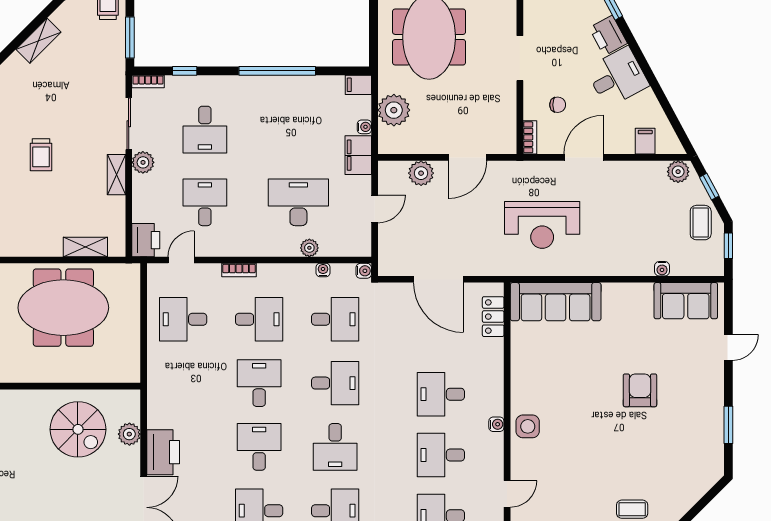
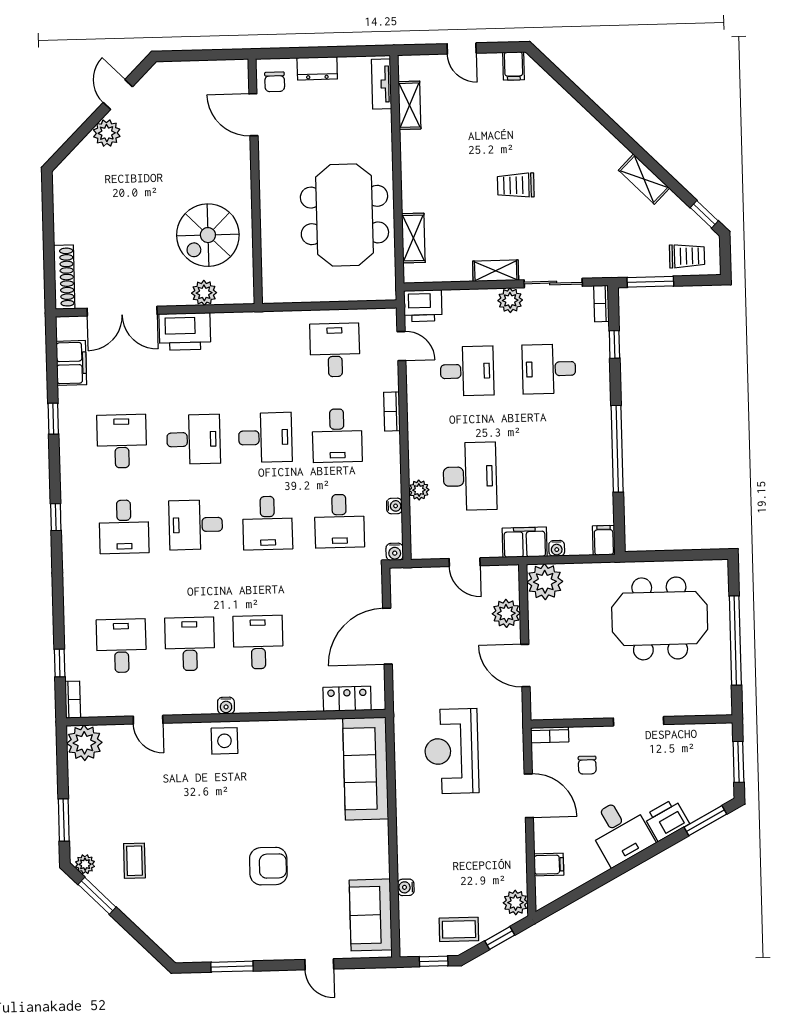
plant: (394, 110) -> (545, 582), moved

